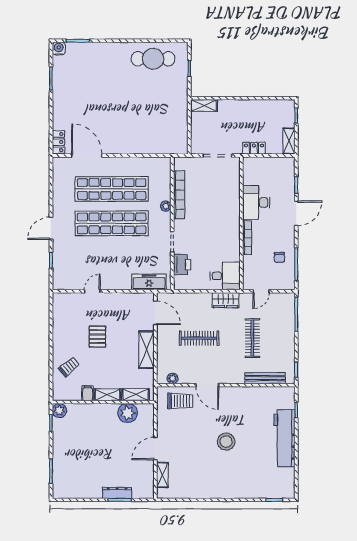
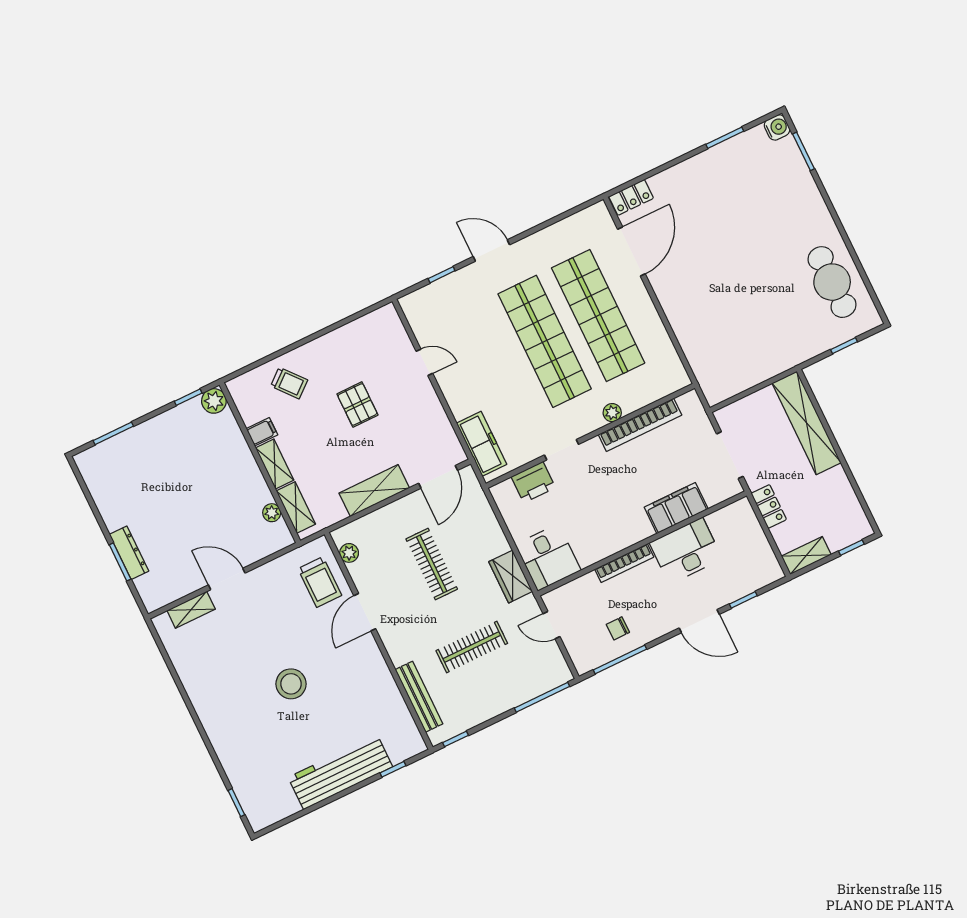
shelving: (204, 105) -> (807, 423), width x2.20, depth x1.33
filing cabinet: (232, 197) -> (676, 508), added
pallet: (97, 337) -> (357, 404), turned 90
plant: (128, 413) -> (272, 513), width x0.53, depth x0.53

